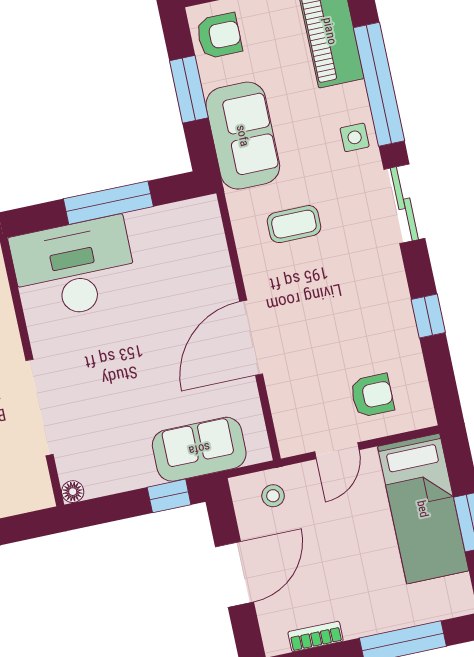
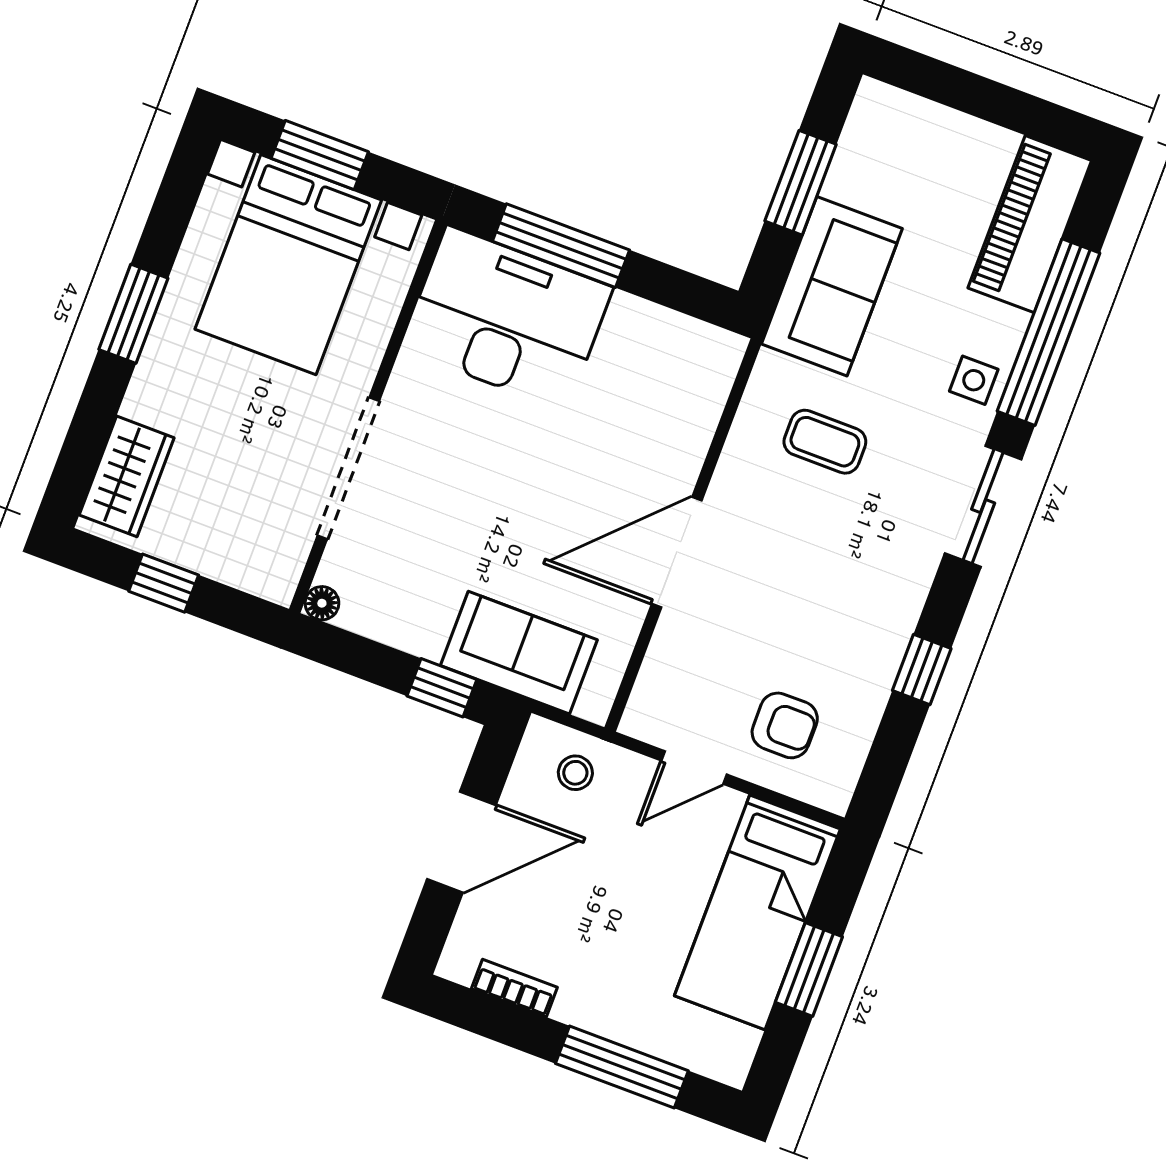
armchair: (219, 36) -> (883, 139), removed
window: (108, 203) -> (561, 246), moved

